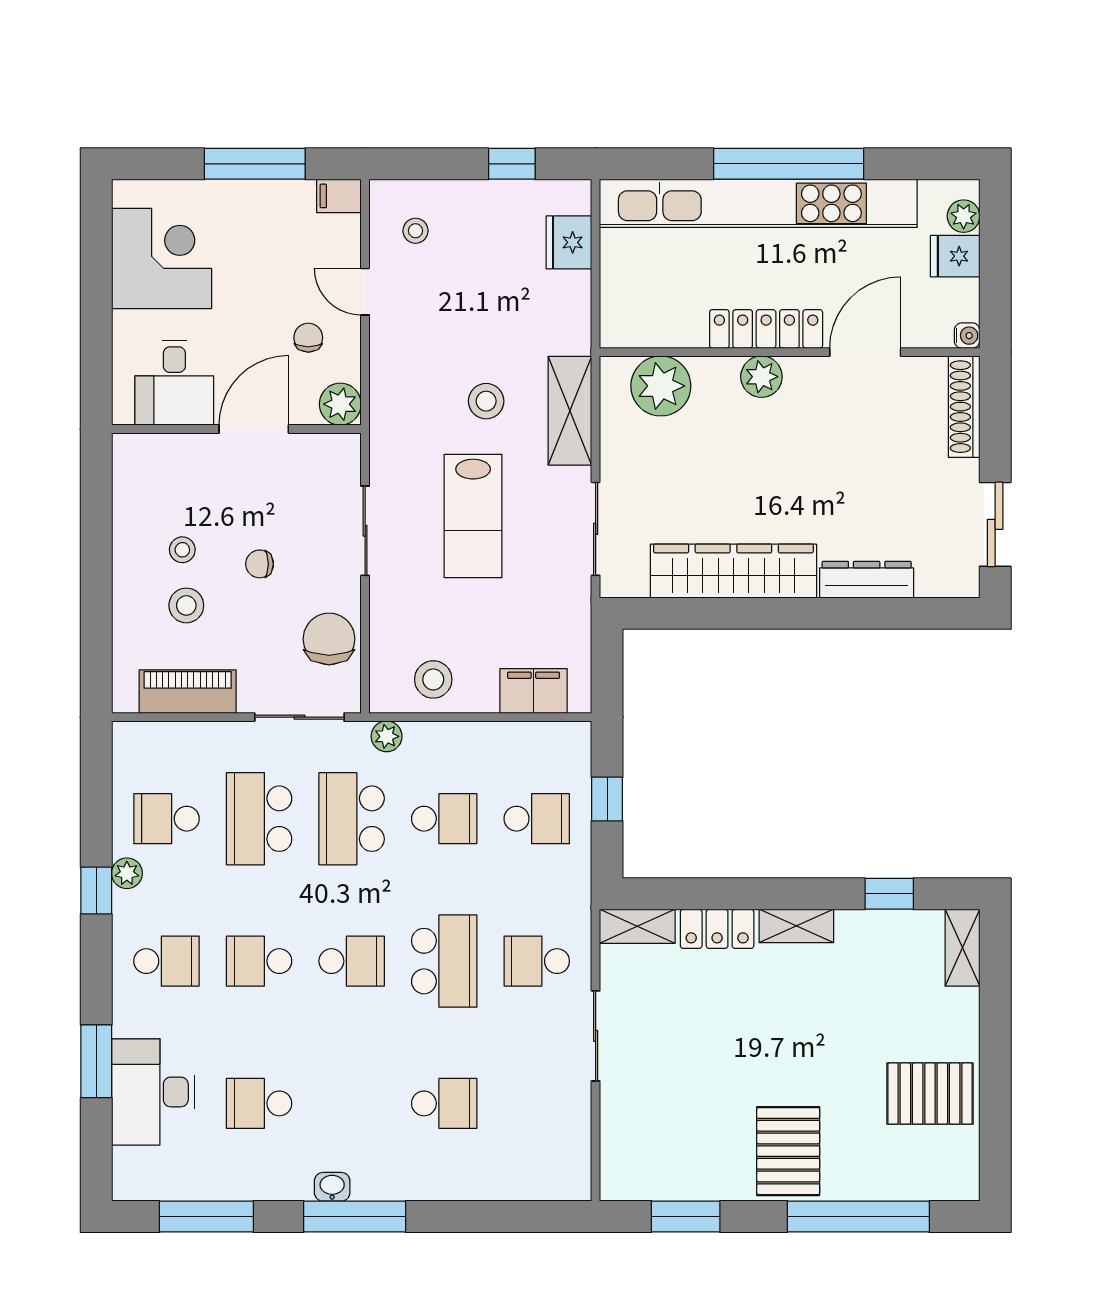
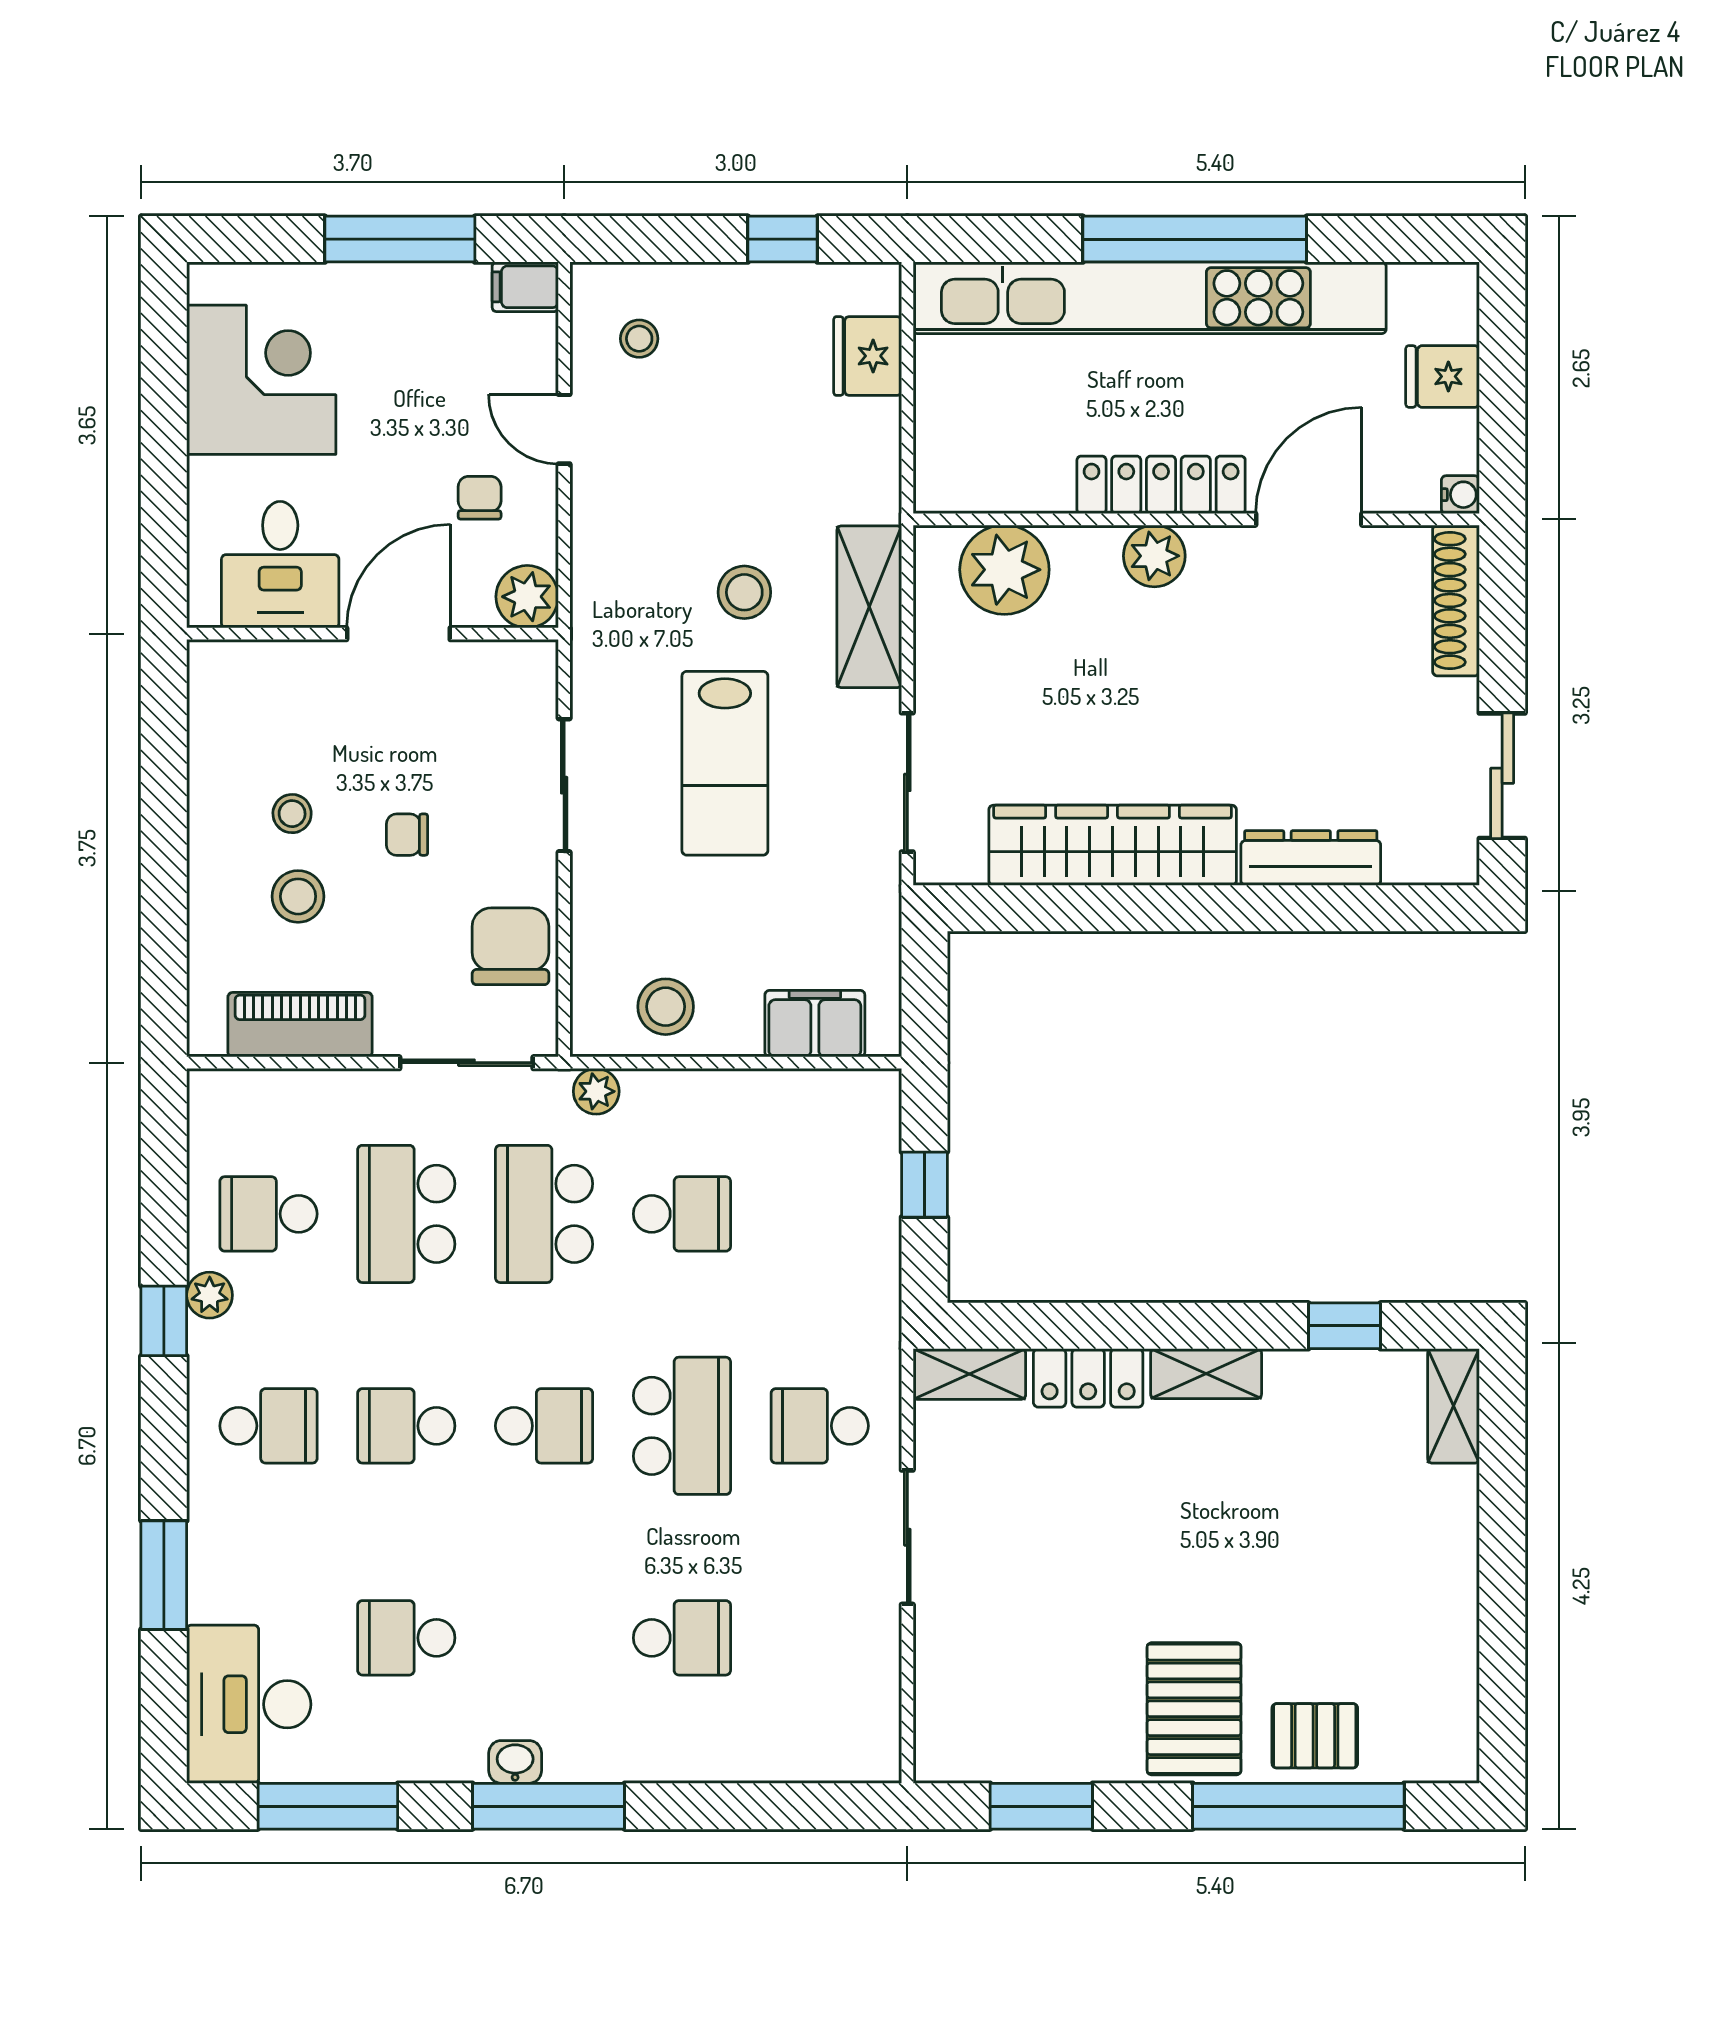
plant: (964, 216) -> (1455, 317), removed
school desk: (537, 819) -> (820, 1214), removed
desk: (153, 1092) -> (249, 1704), moved
pallet: (930, 1094) -> (1315, 1736), moved, width x0.67, depth x0.71

